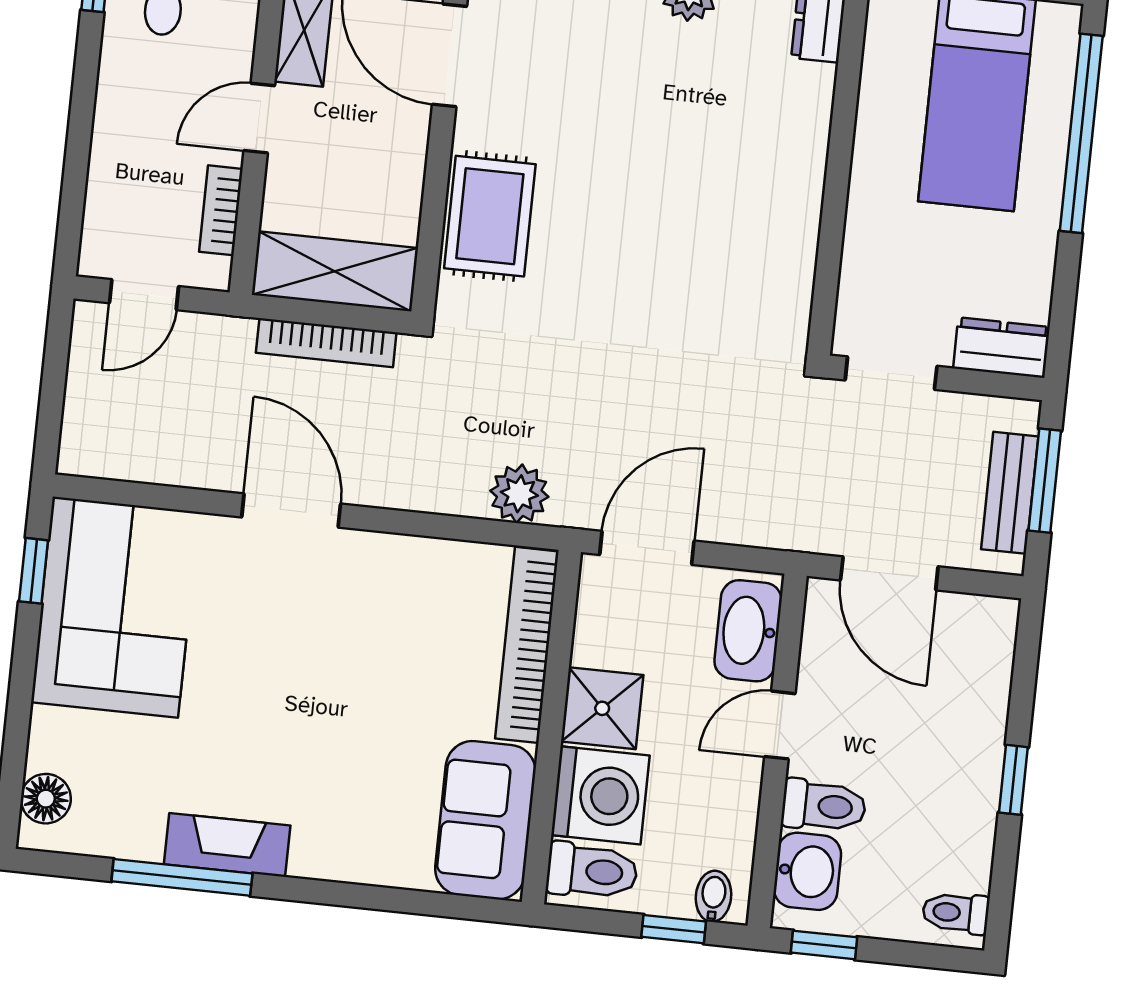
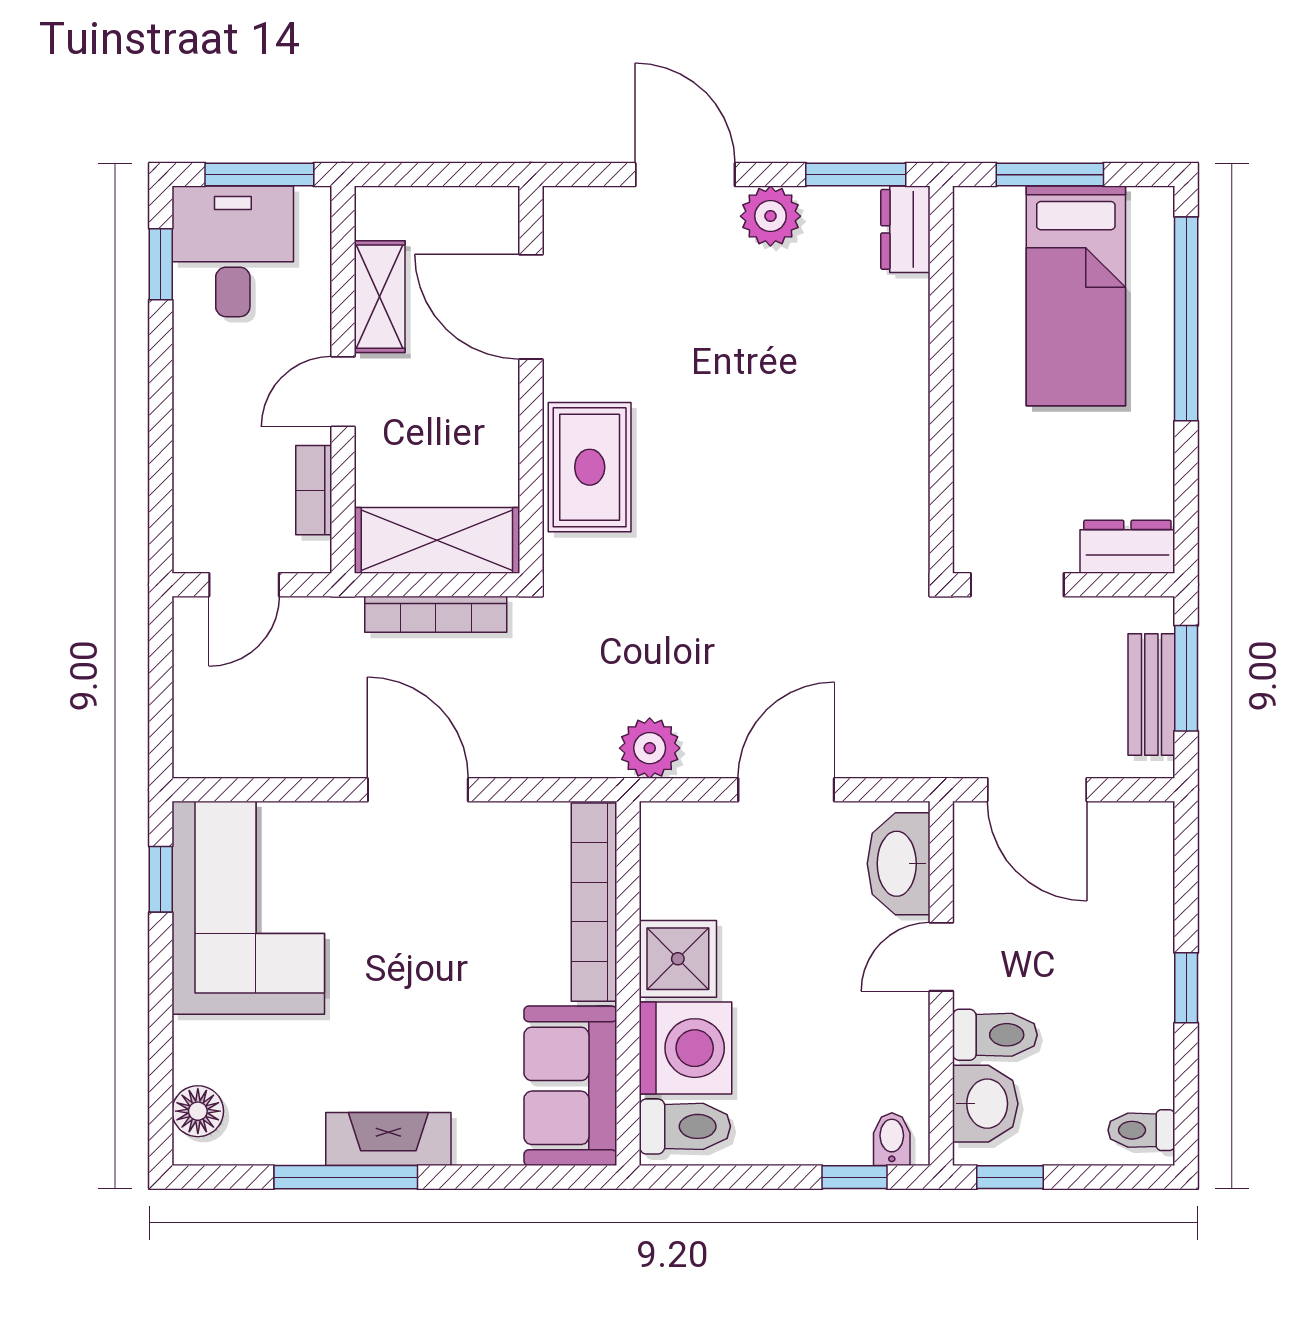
bookcase: (527, 645) -> (594, 902), moved
shower: (602, 708) -> (678, 959), moved
wall: (551, 727) -> (628, 983), moved
washing machine: (600, 795) -> (685, 1048), moved
sofa: (485, 820) -> (570, 1086), moved
toilet: (592, 871) -> (685, 1126), moved

